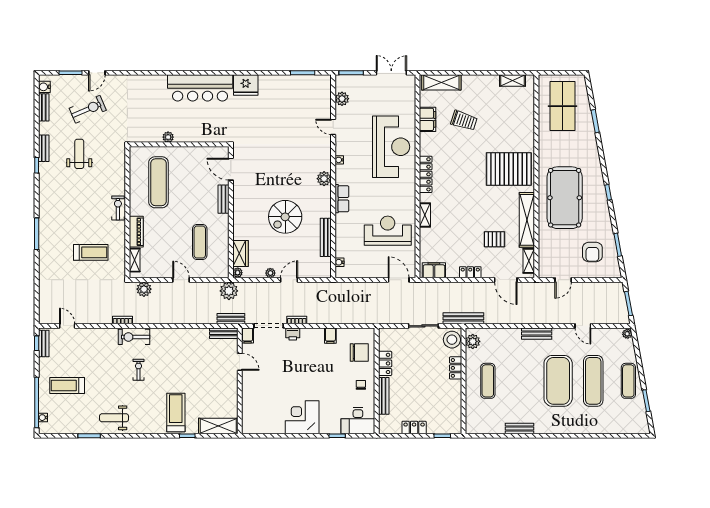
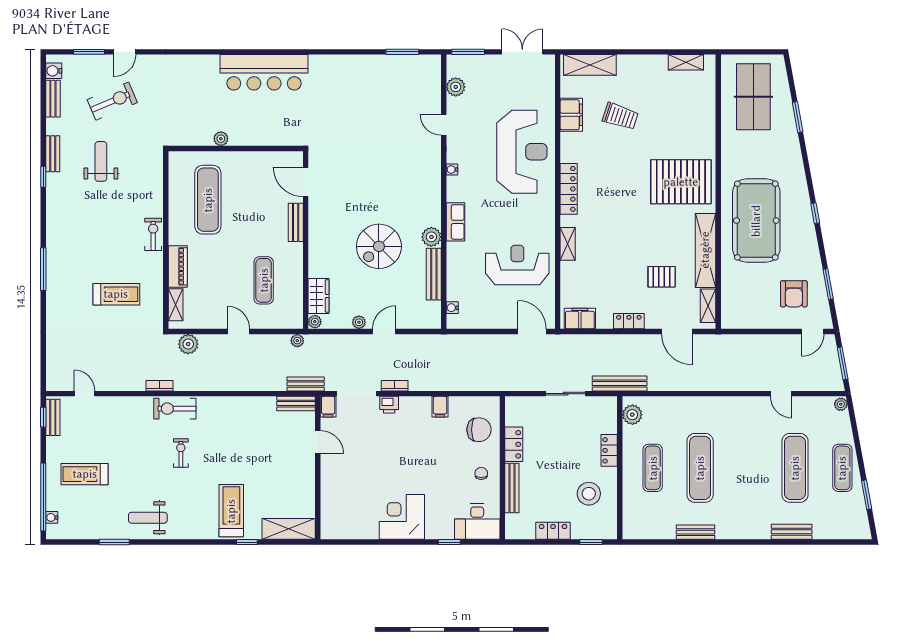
fridge: (246, 85) -> (326, 68), removed
plant: (324, 179) -> (431, 237), moved
door: (563, 280) -> (813, 332), moved
plant: (229, 291) -> (297, 341), width x0.53, depth x0.53
bench: (537, 334) -> (792, 532), moved
stool: (452, 340) -> (589, 494), moved
exercise mat: (558, 381) -> (700, 468), moved, width x0.68

